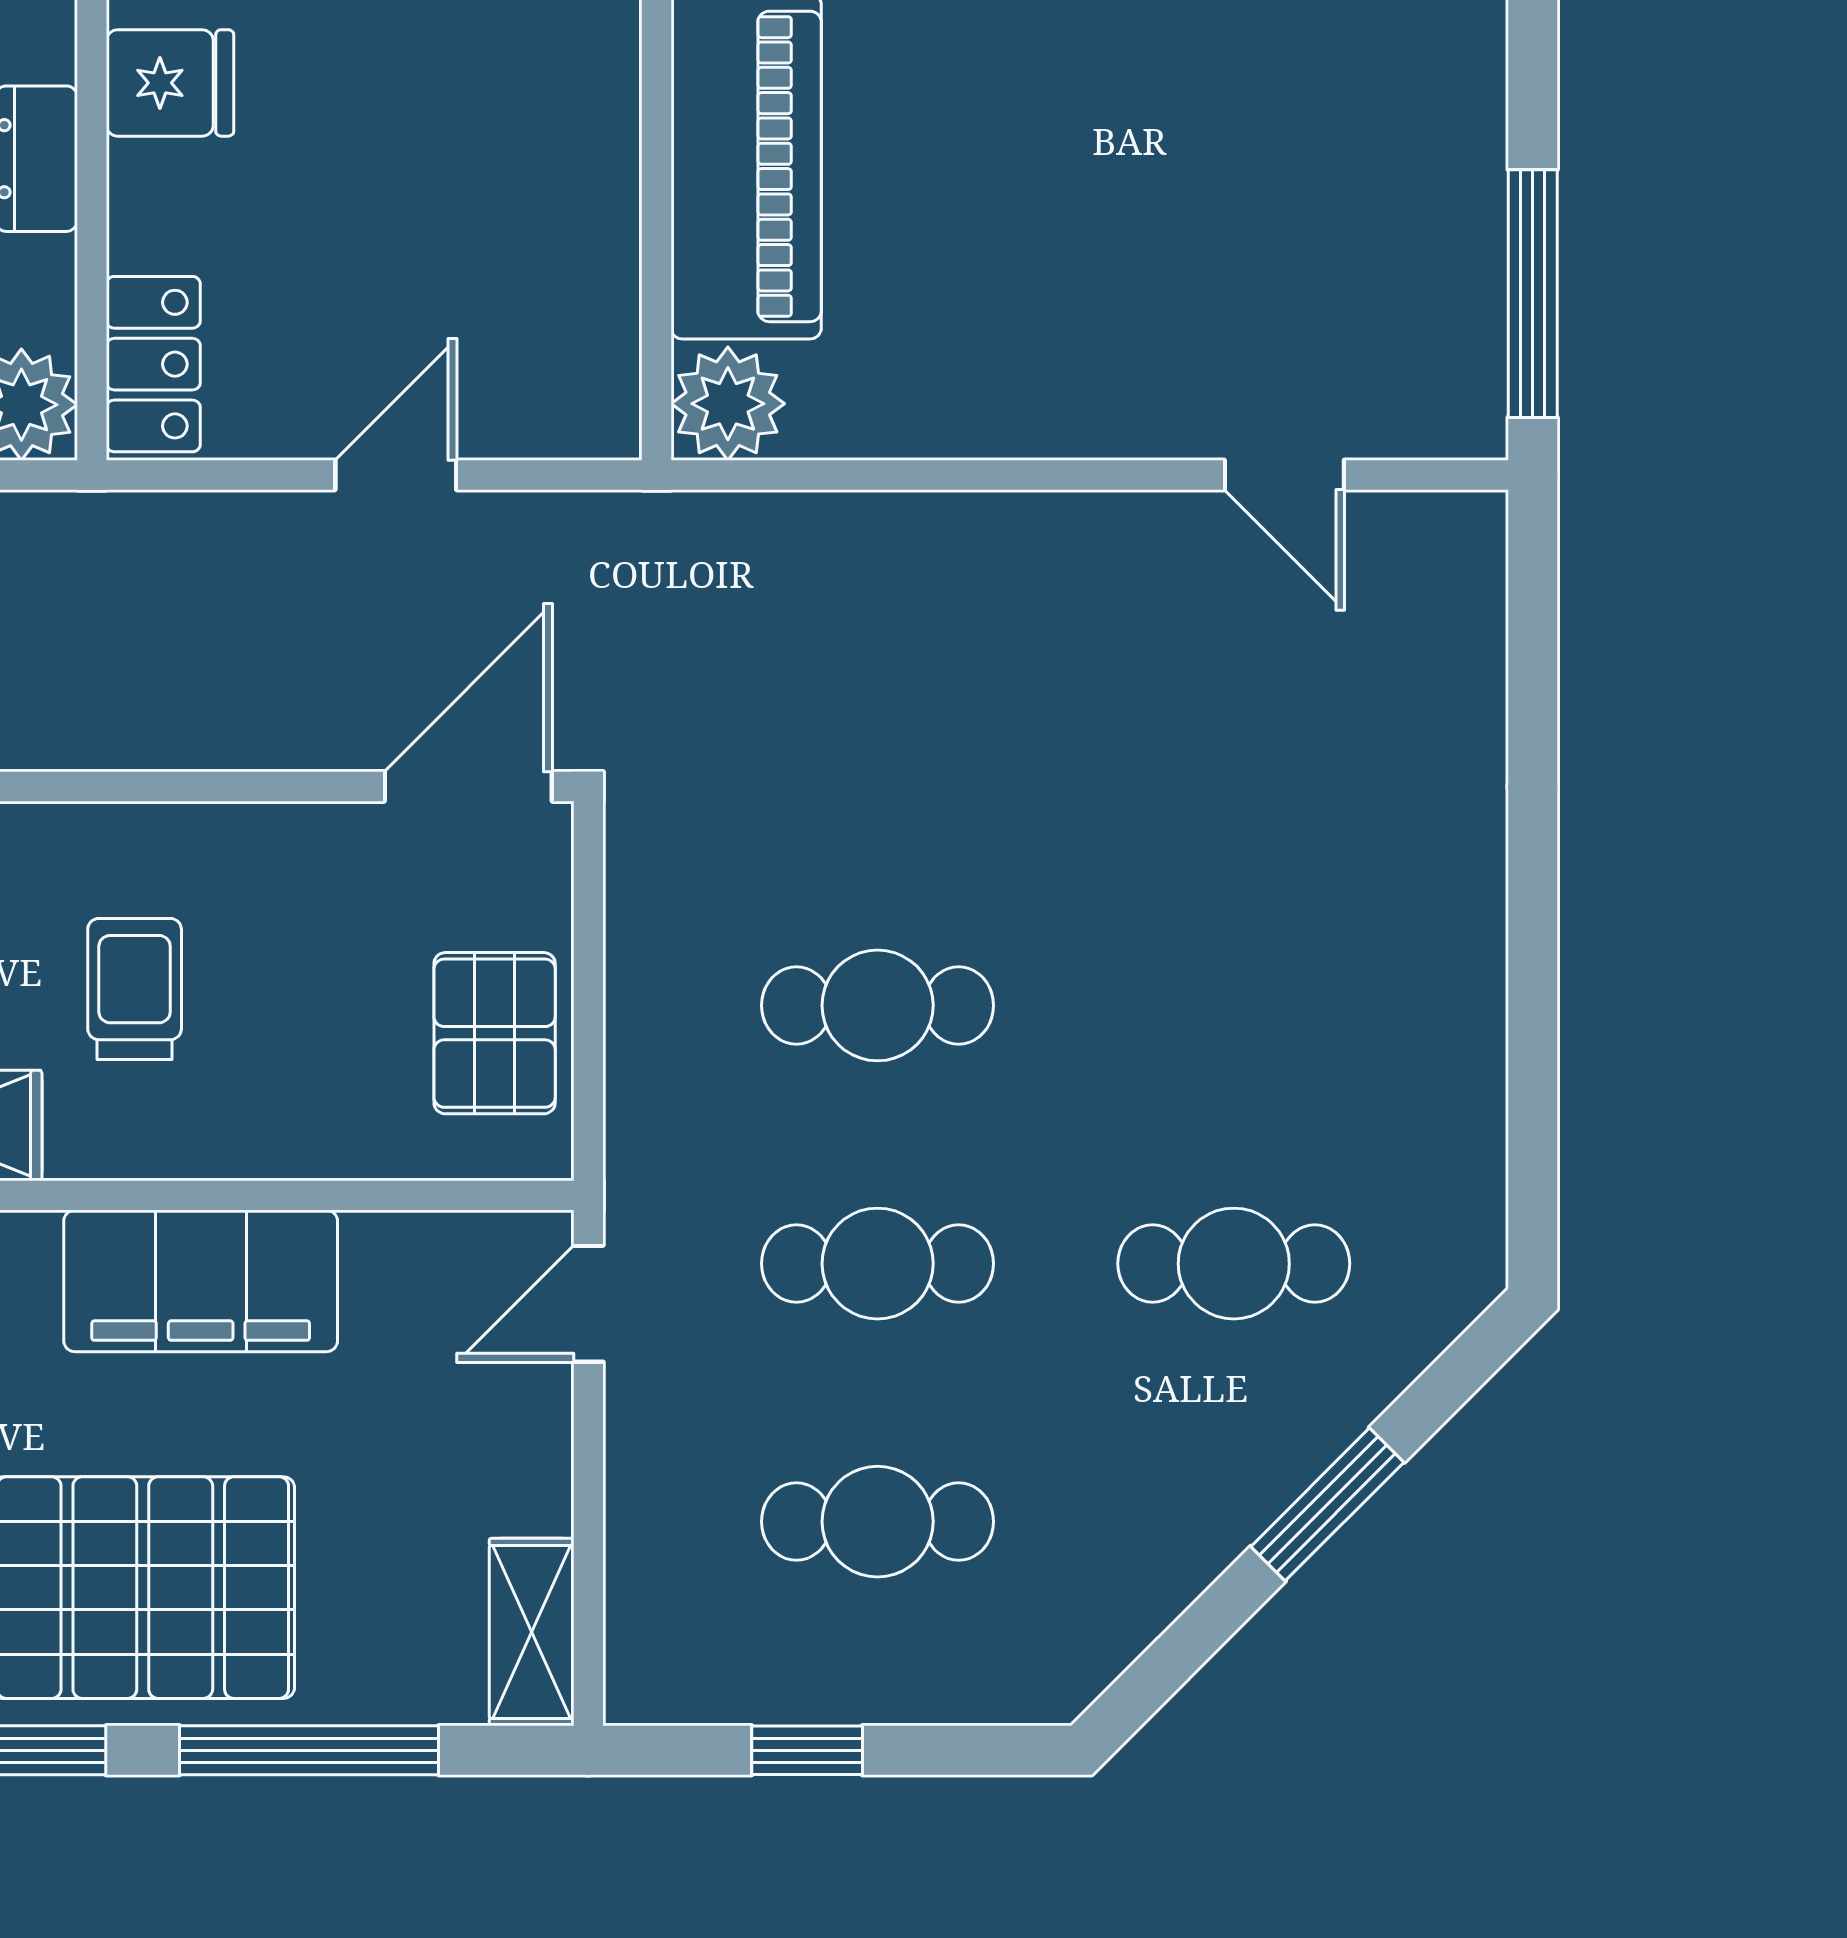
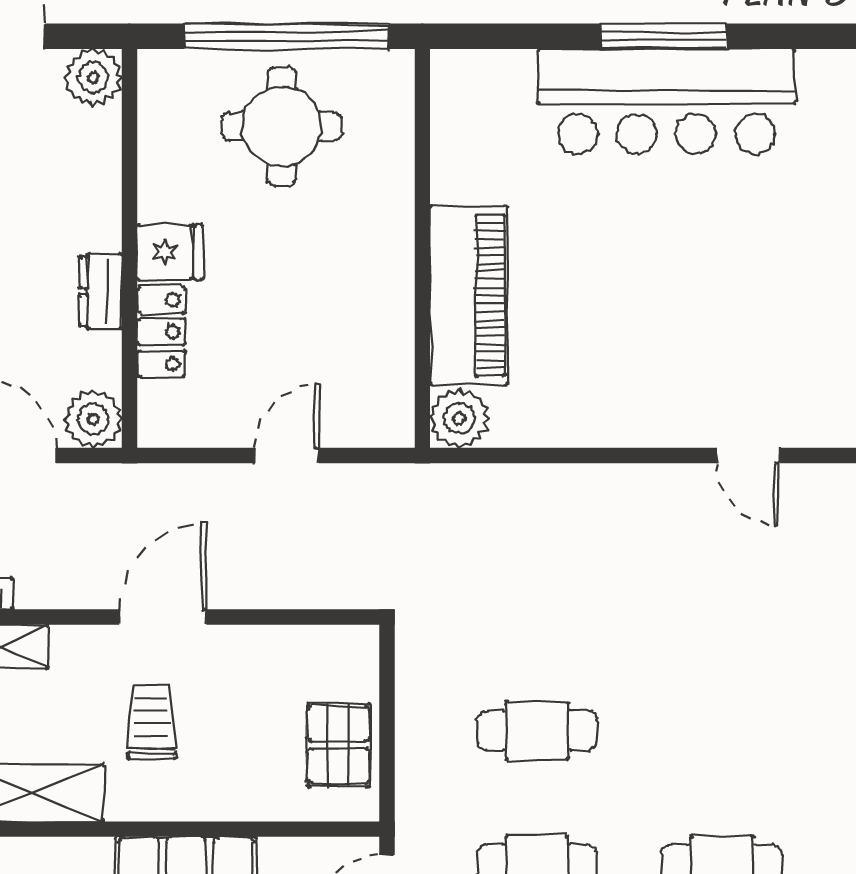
locker: (153, 364) -> (161, 332), moved
door: (468, 786) -> (163, 617), moved

